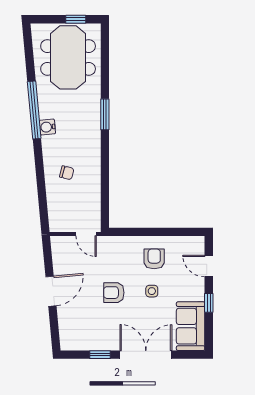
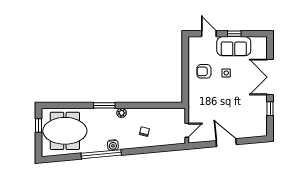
plant: (94, 140) -> (122, 113), added
door: (86, 234) -> (187, 130), moved
door: (209, 266) -> (209, 34), swing flipped
armchair: (114, 293) -> (227, 99), removed
sofa: (191, 326) -> (234, 46), moved

